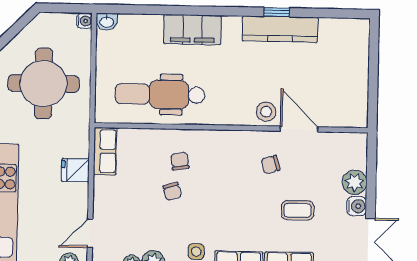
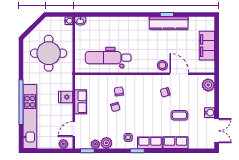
filing cabinet: (192, 30) -> (207, 46), moved, turned 90
row of seats: (105, 151) -> (81, 102), moved
plant: (355, 182) -> (208, 85), moved

